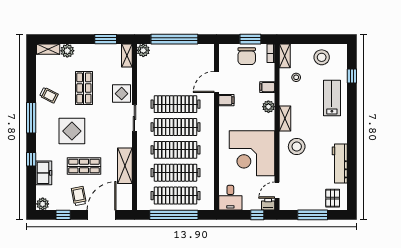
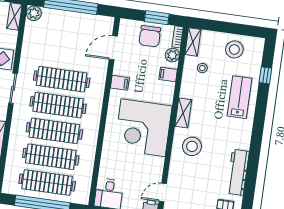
door: (216, 82) -> (113, 48), moved
plant: (268, 107) -> (172, 55), moved
corner desk: (252, 153) -> (143, 128), moved

